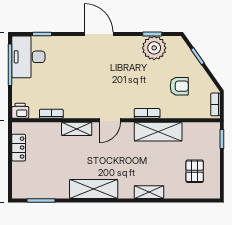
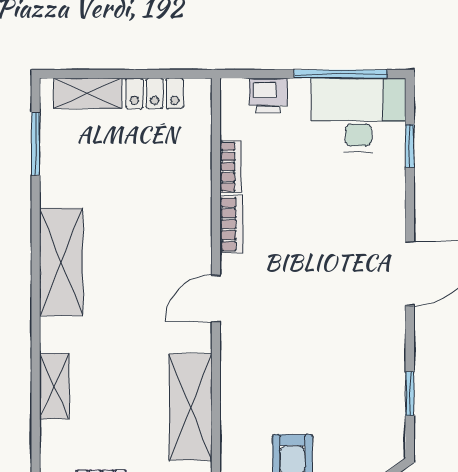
plant: (154, 48) -> (379, 398), removed
printer: (20, 111) -> (268, 95), moved, turned 90
bookcase: (147, 113) -> (231, 224), moved
door: (110, 120) -> (216, 299), hinge flipped
shelving: (77, 129) -> (88, 93), moved, turned 90

